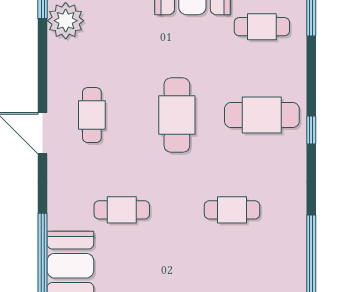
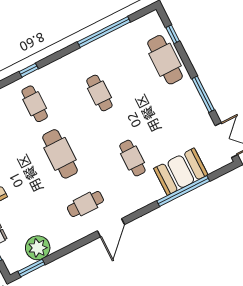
cafe table: (177, 115) -> (60, 154), turned 90
cafe table: (262, 115) -> (35, 104), width x0.73, depth x0.74

